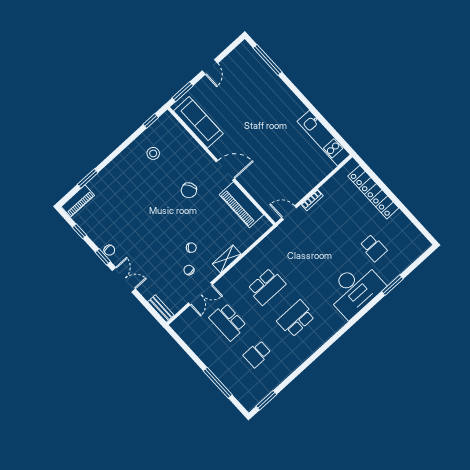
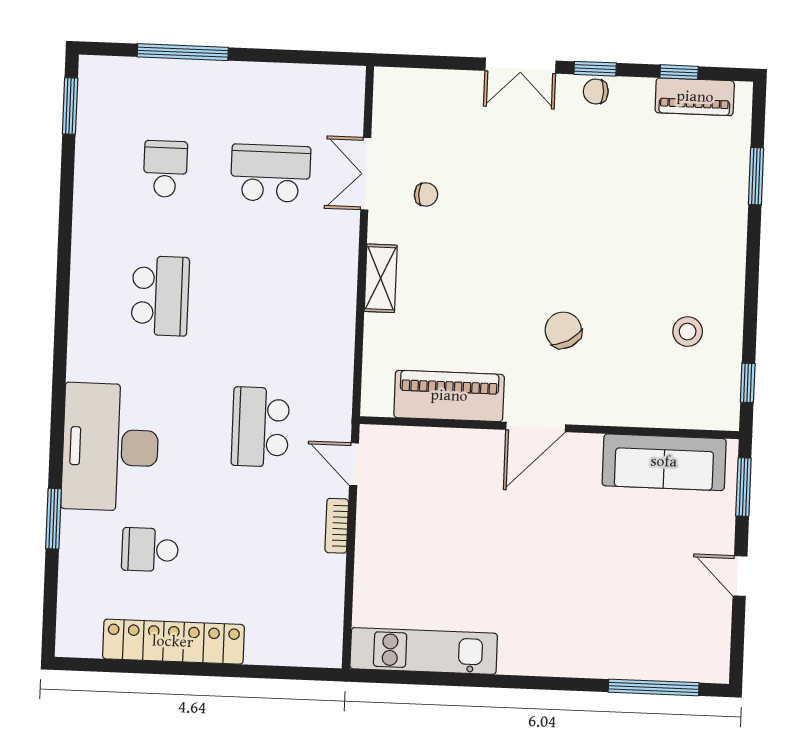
locker: (373, 192) -> (173, 642), moved
piano: (78, 201) -> (695, 97), moved, turned -90
door: (289, 213) -> (354, 464), swing flipped
chair: (191, 248) -> (461, 237), removed
school desk: (267, 286) -> (260, 427), moved
bench: (161, 308) -> (408, 81), removed

